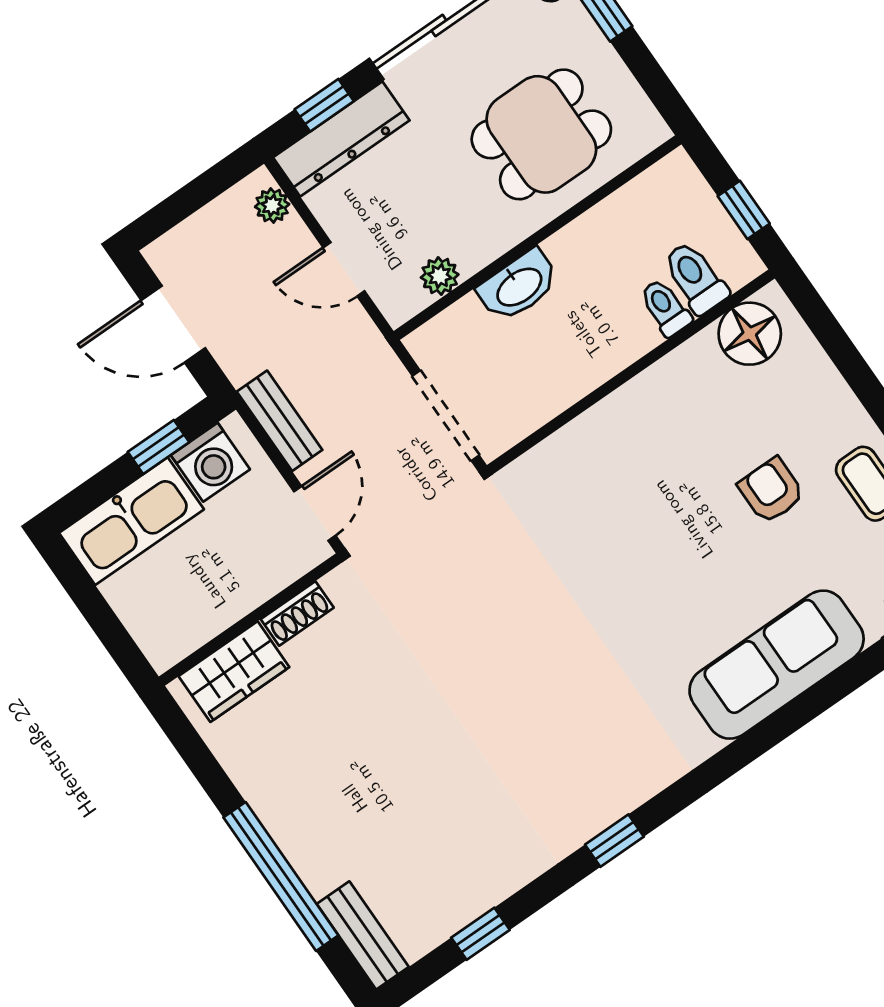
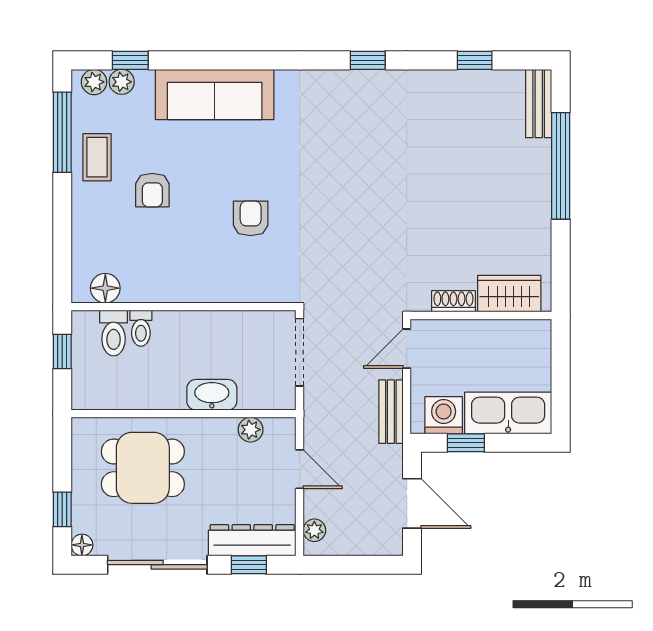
floor lamp: (750, 334) -> (105, 288), width x0.73, depth x0.73
armchair: (624, 541) -> (251, 218), added

